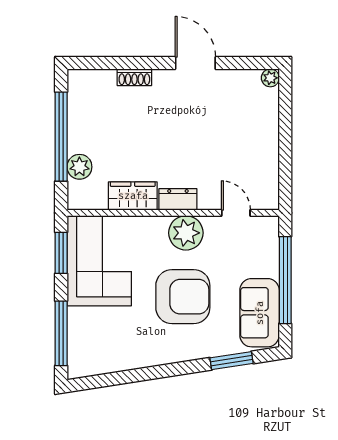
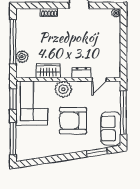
dresser: (178, 199) -> (82, 73), moved
door: (236, 213) -> (99, 79), swing flipped
plant: (186, 233) -> (63, 89), moved
armchair: (183, 297) -> (73, 121), turned 180

